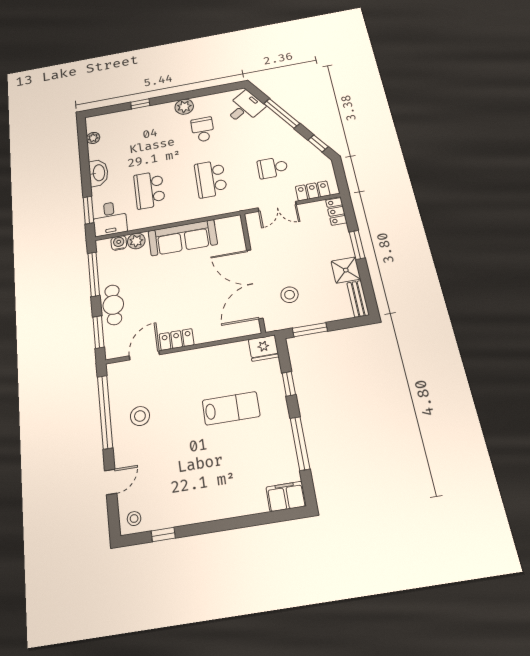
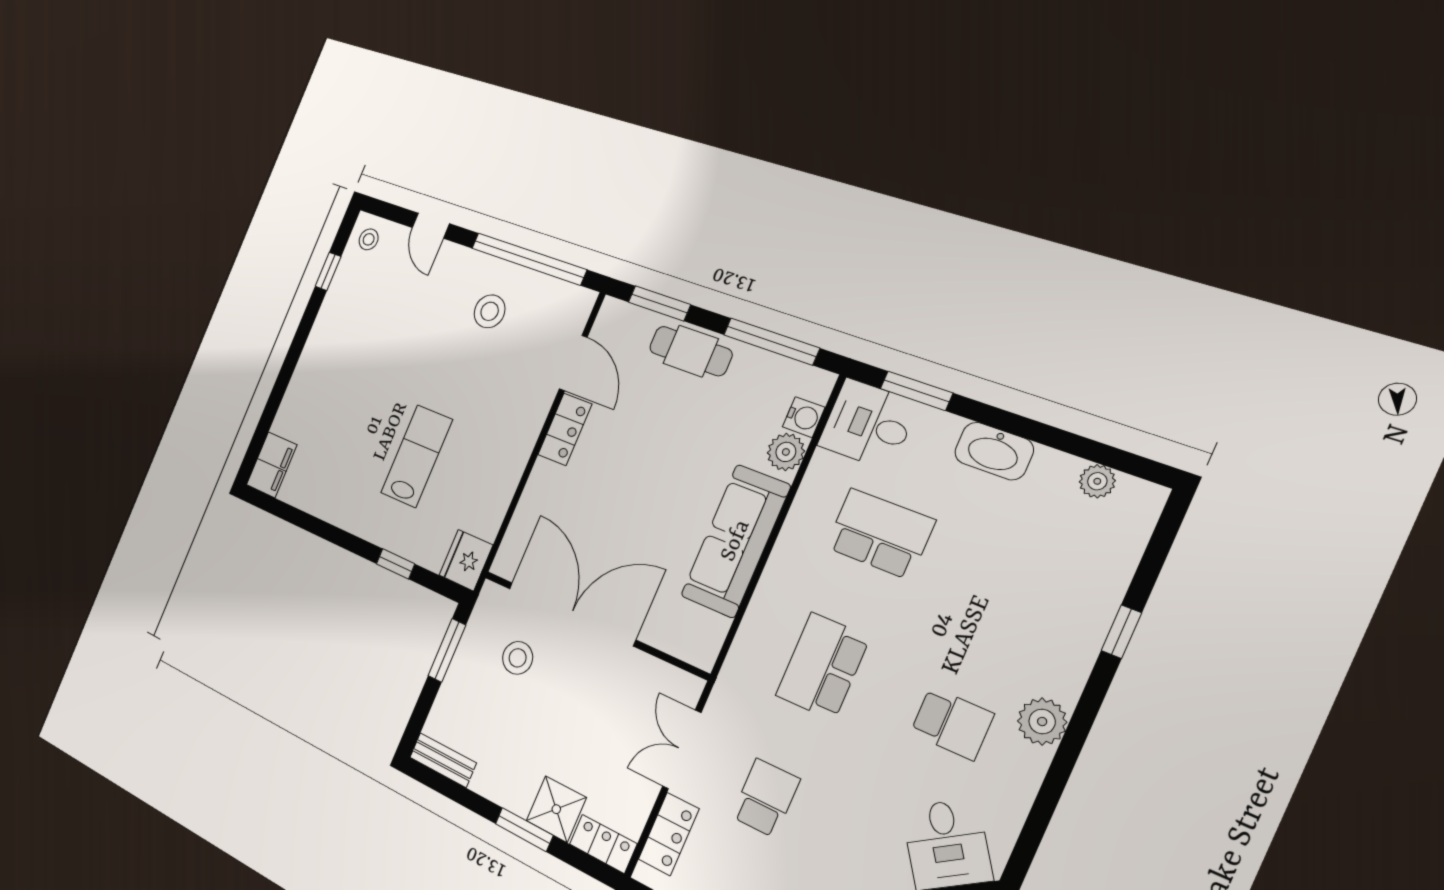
school desk: (211, 179) -> (823, 666), turned -90
shower: (346, 270) -> (556, 809), moved
lab bench: (231, 408) -> (417, 456), turned 180
window: (300, 443) -> (316, 526), removed

